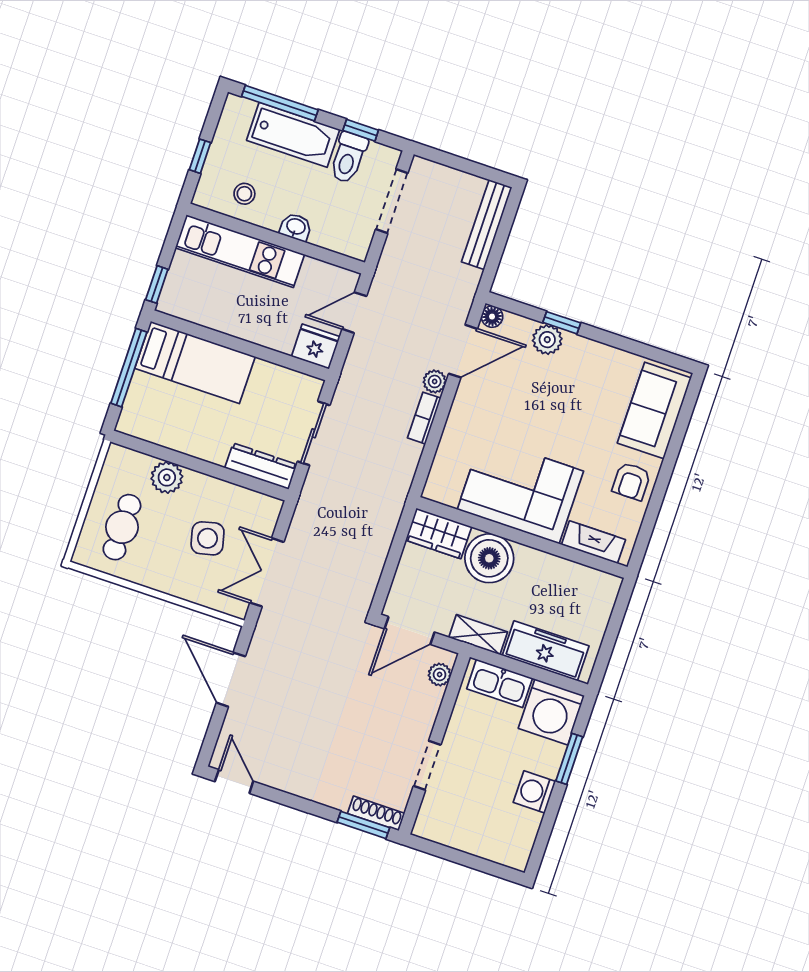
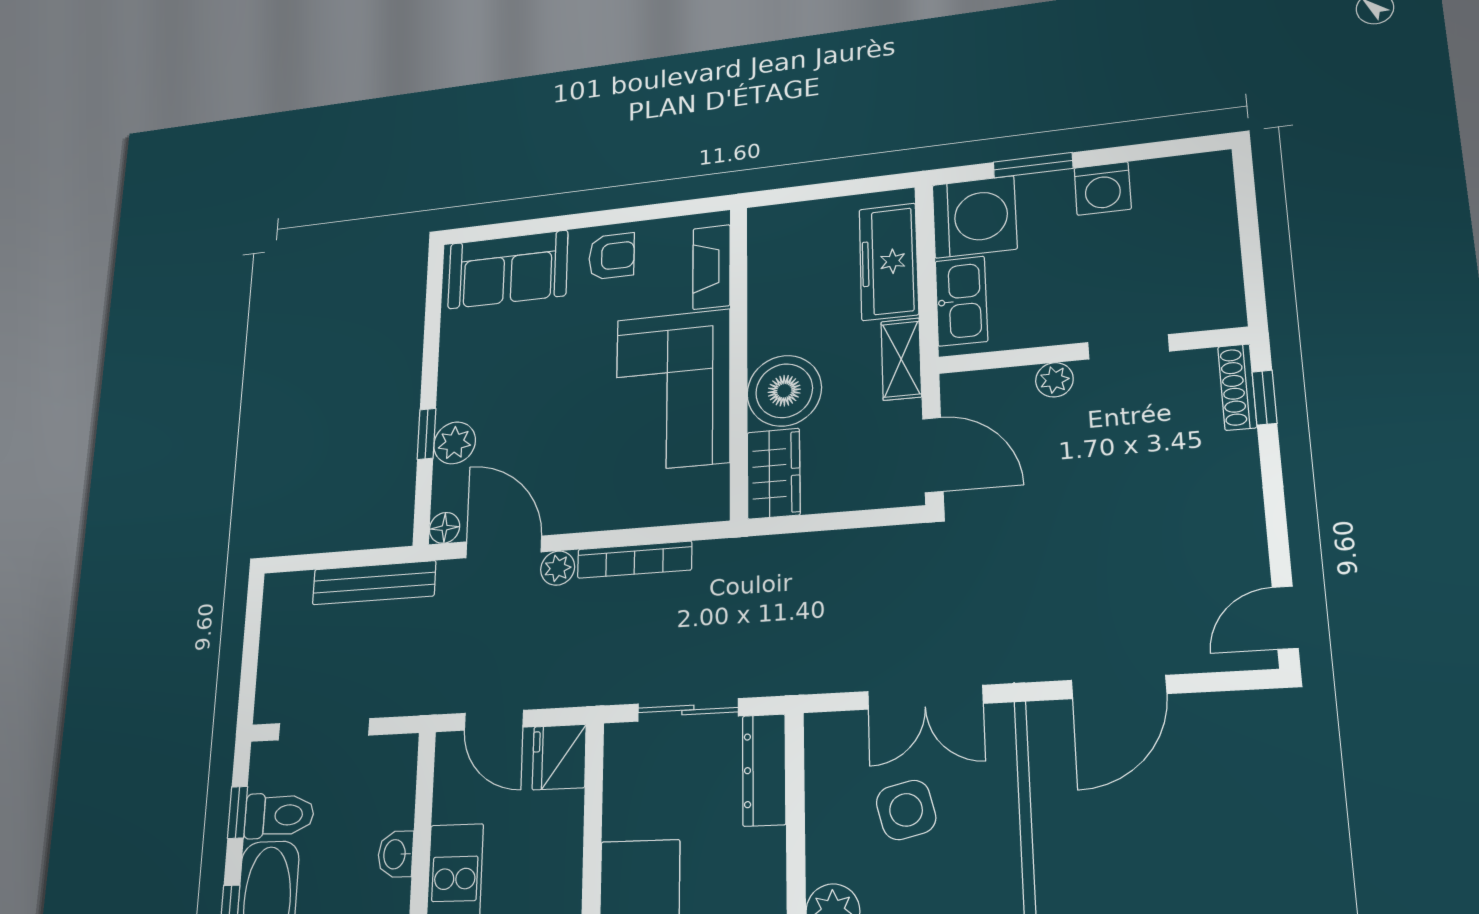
bench: (487, 225) -> (374, 583), moved
bookcase: (424, 418) -> (634, 560), width x1.56
plant: (440, 675) -> (1054, 380), moved
window: (363, 825) -> (1265, 398), width x0.67

